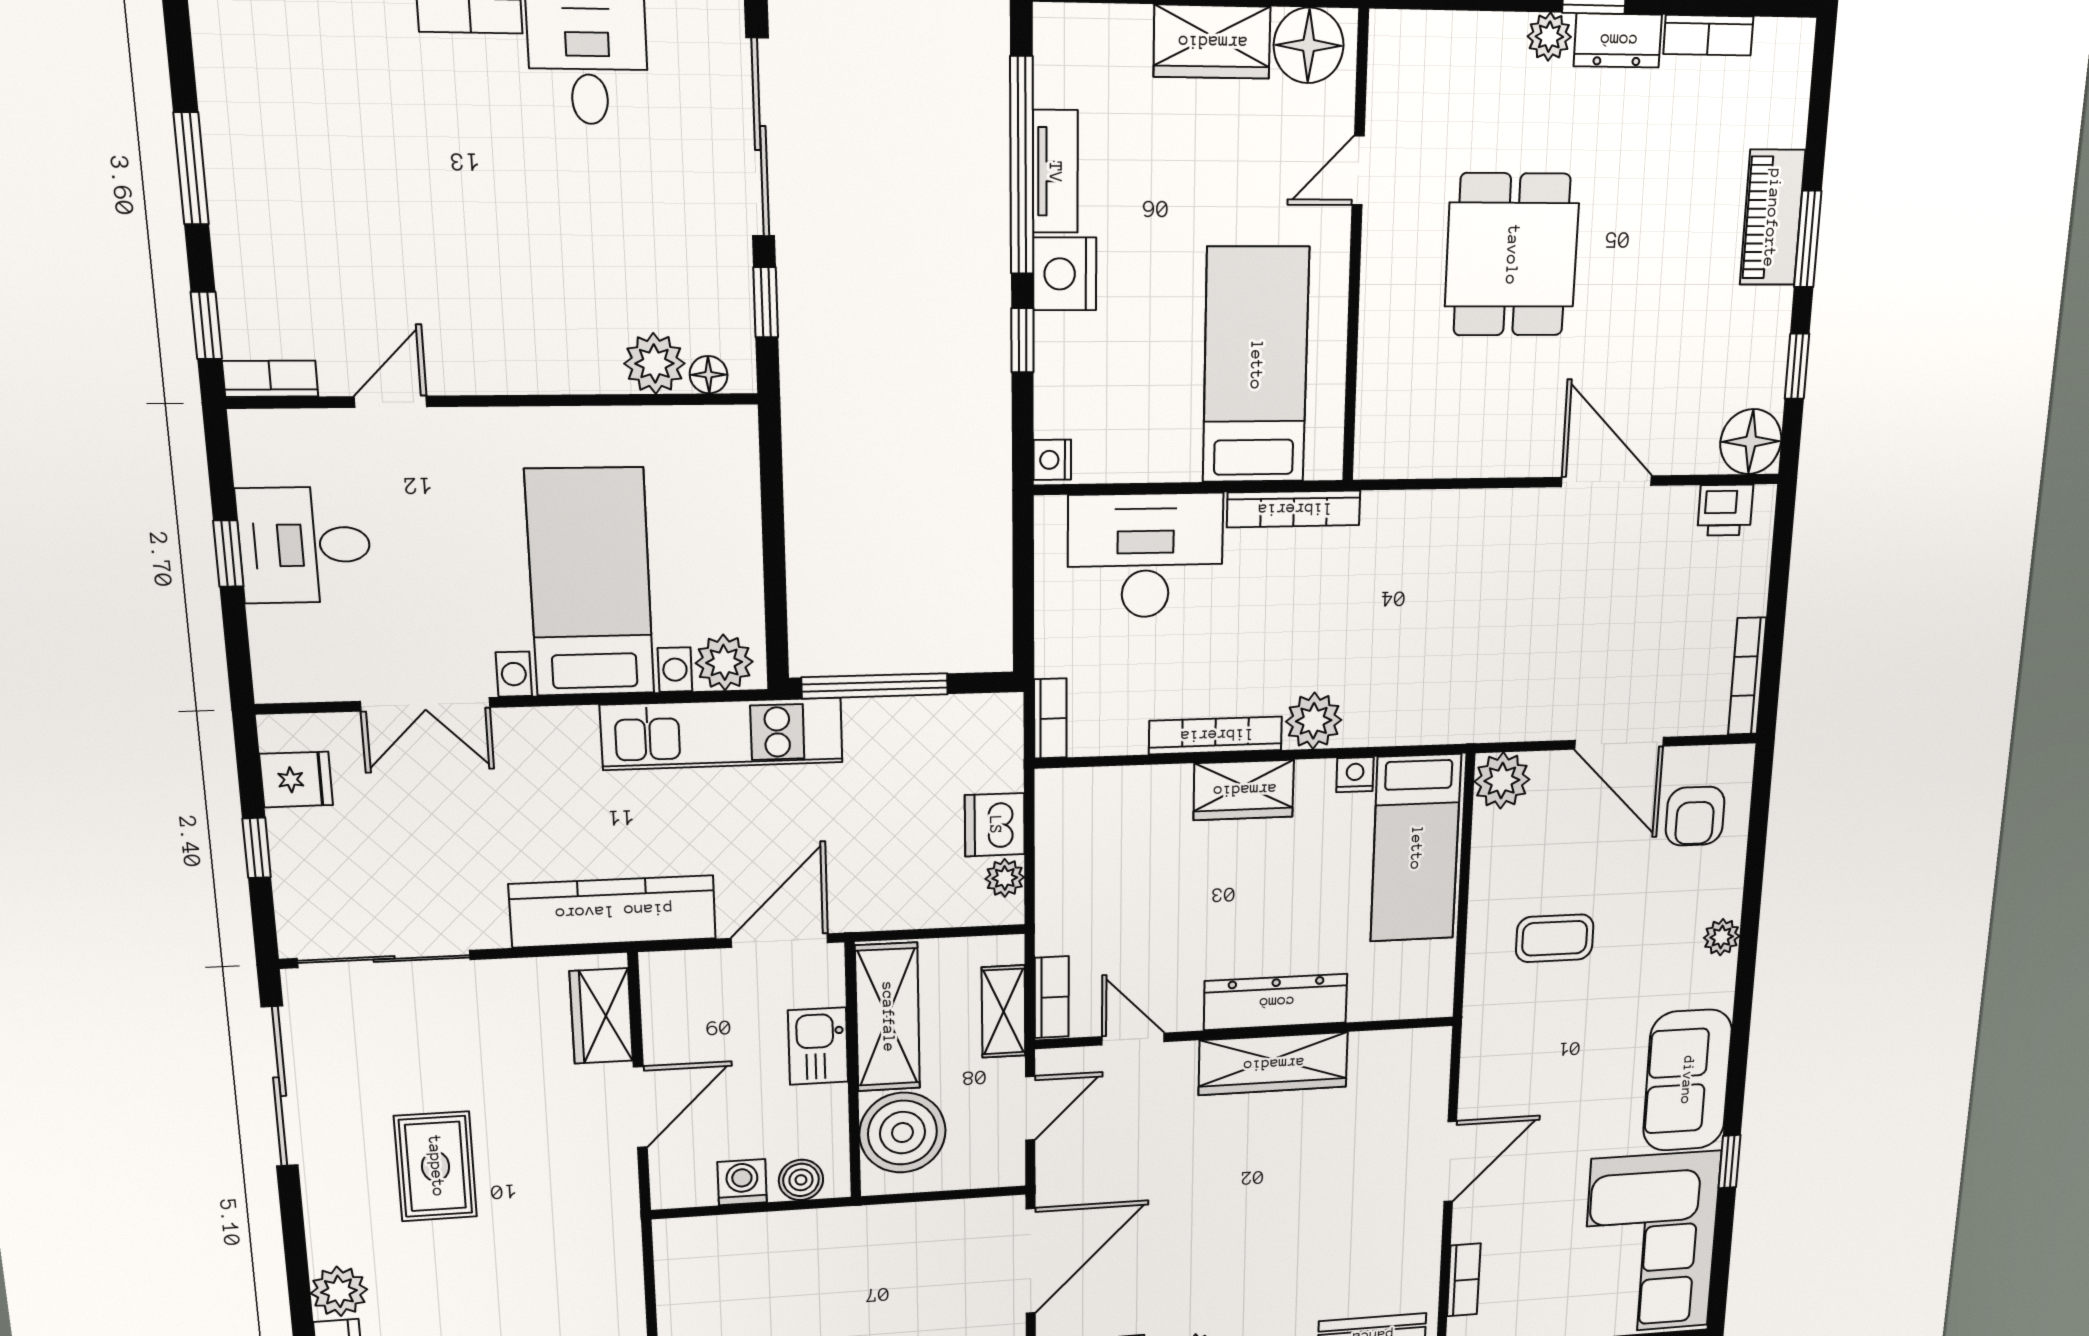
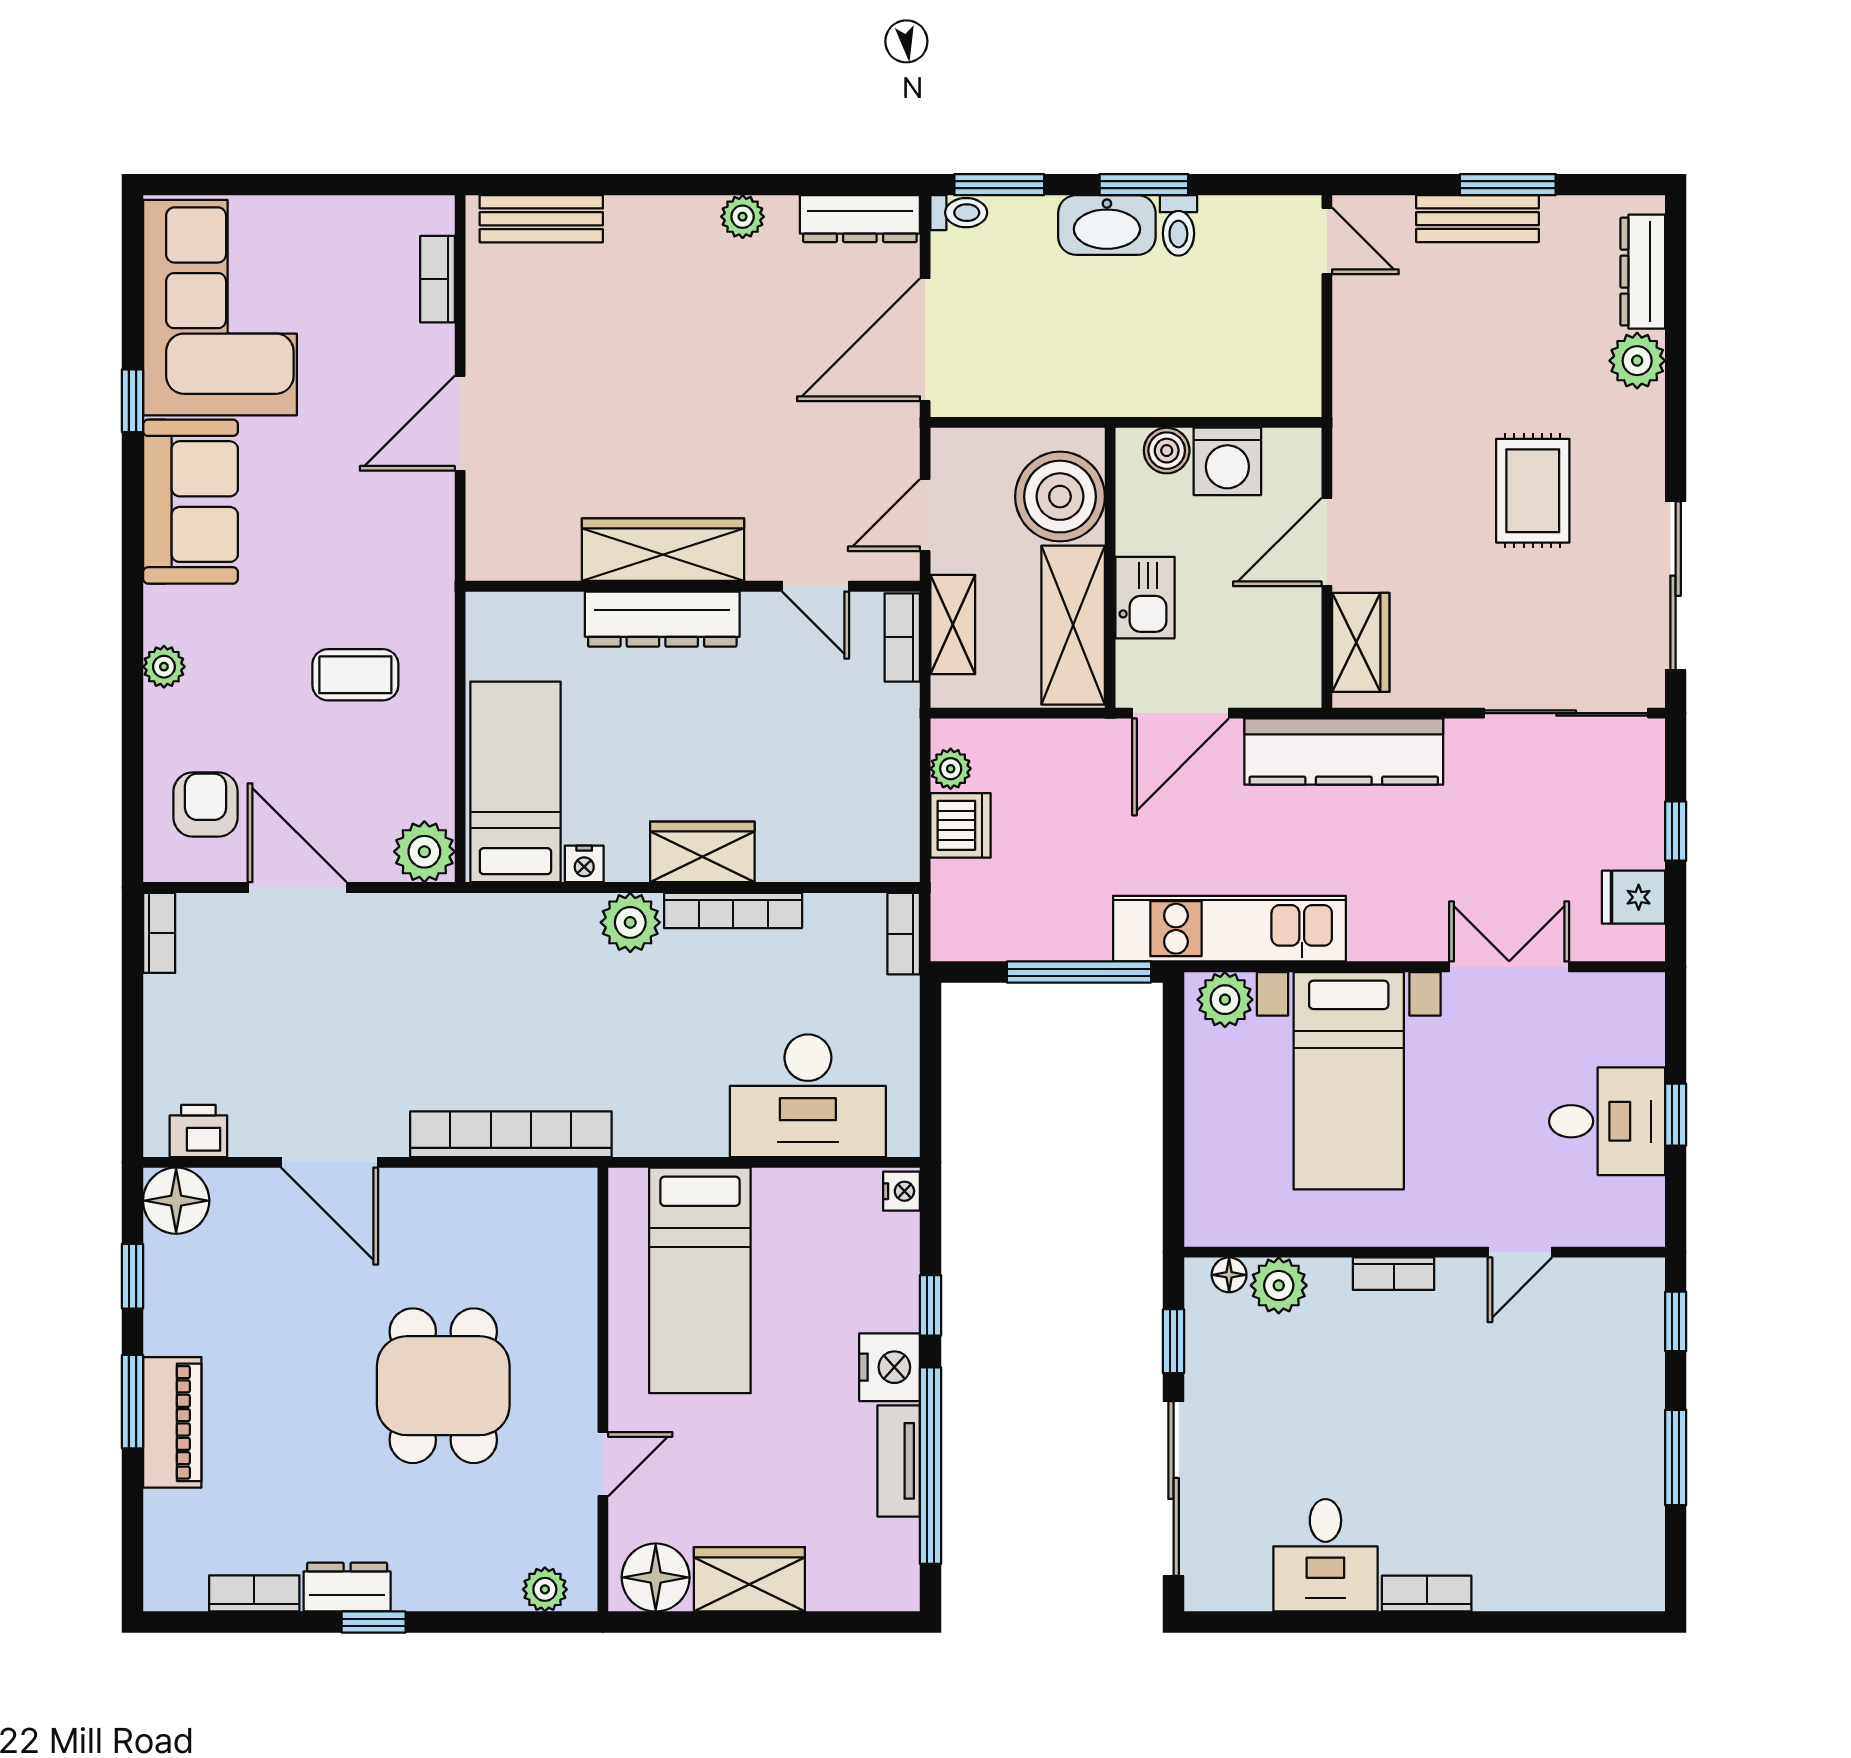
plant: (1549, 37) -> (545, 1589), moved
bookcase: (270, 379) -> (1394, 1274), moved
bookcase: (1294, 509) -> (511, 1134), moved, width x1.48, depth x1.31
bookcase: (1747, 676) -> (159, 933), width x0.64
washing machine: (742, 1182) -> (1227, 461), width x1.38, depth x1.38

